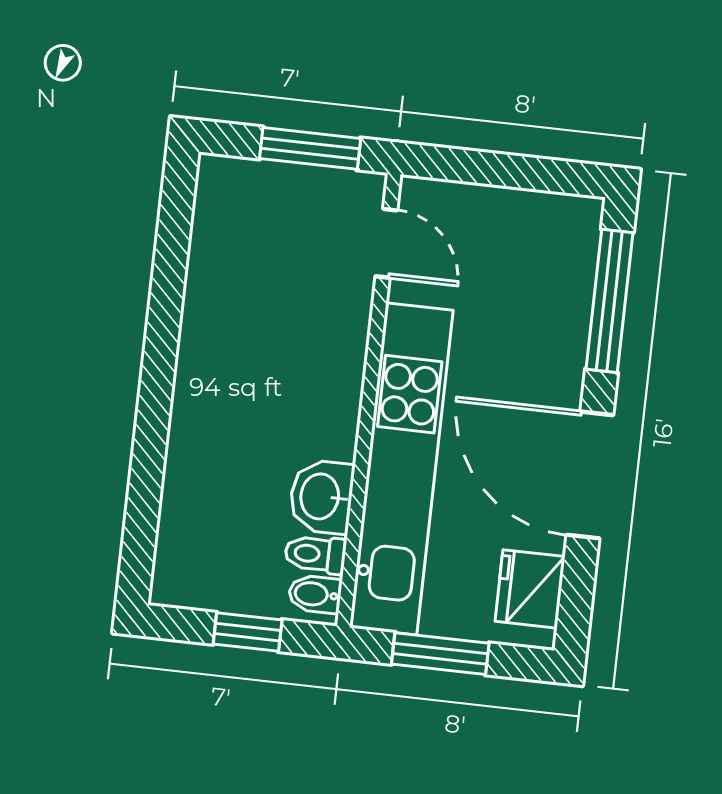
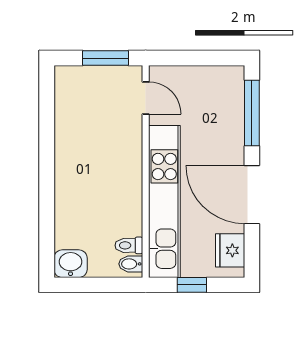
washbasin: (321, 497) -> (71, 264), moved, turned 90
window: (248, 632) -> (102, 285), removed
window: (440, 654) -> (192, 285), width x0.67

